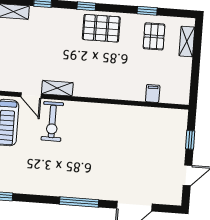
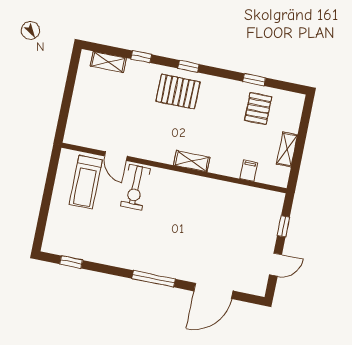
pallet: (101, 28) -> (178, 92), moved
shelving: (187, 41) -> (287, 149), moved
shelving: (57, 88) -> (192, 161), moved

